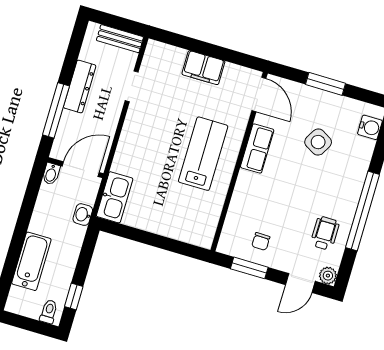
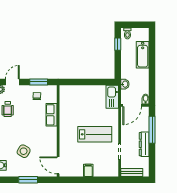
filing cabinet: (203, 68) -> (88, 170), width x0.50
row of seats: (257, 148) -> (52, 115), moved
lab bench: (203, 154) -> (95, 134), moved, turned -90

